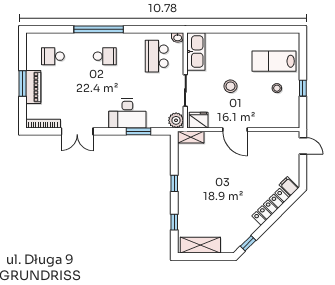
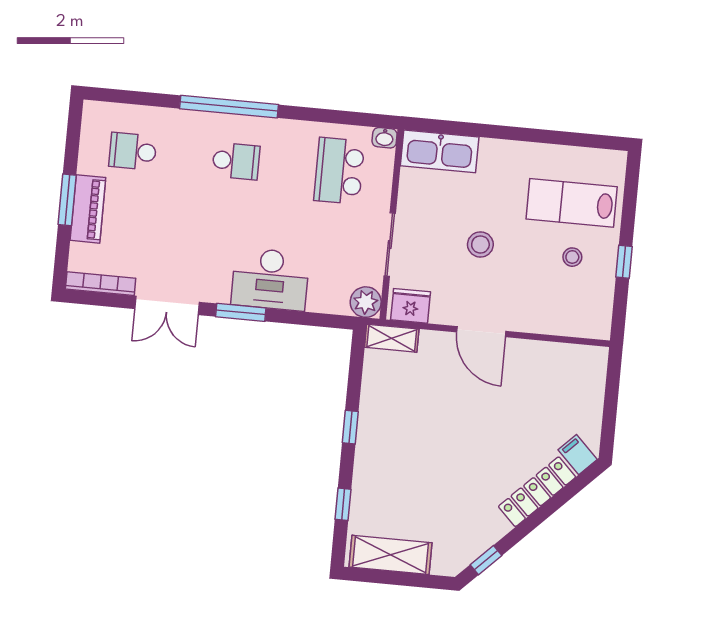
kitchen sink: (196, 52) -> (440, 151), moved, turned 90
window: (139, 131) -> (241, 312), moved
door: (303, 146) -> (613, 377), removed

